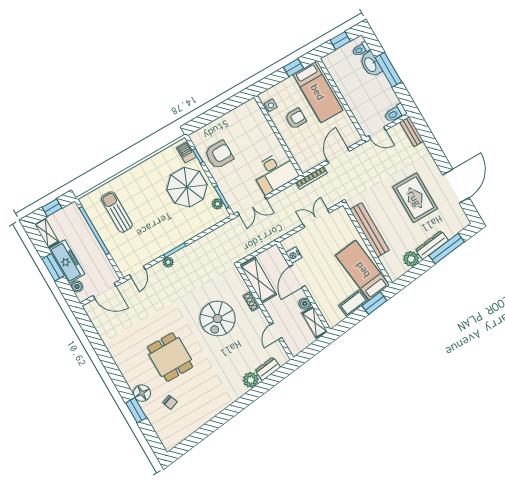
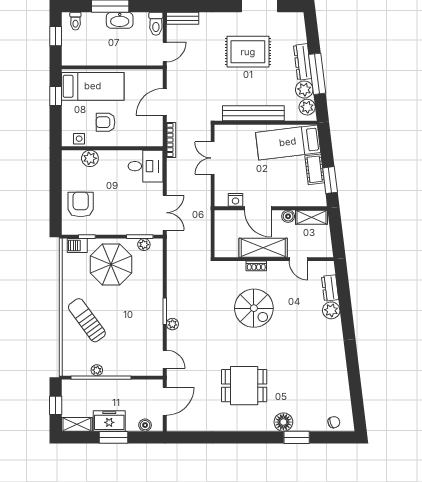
washbasin: (371, 64) -> (120, 20), moved
armchair: (296, 119) -> (106, 122), turned -90
plant: (260, 123) -> (90, 158), added
armchair: (219, 155) -> (81, 205), moved
door: (338, 156) -> (165, 102), hinge flipped
desk: (275, 172) -> (146, 166), width x0.73
sun lounger: (117, 212) -> (87, 320), moved, turned 54
plant: (98, 224) -> (97, 370), added
window: (447, 249) -> (317, 74), moved
freezer: (67, 262) -> (109, 421), width x0.71
plant: (399, 269) -> (307, 107), added
shelving: (258, 280) -> (263, 248), moved
window: (374, 303) -> (330, 180), moved
dining table: (170, 357) -> (244, 386), moved
chair: (170, 402) -> (334, 422), moved

